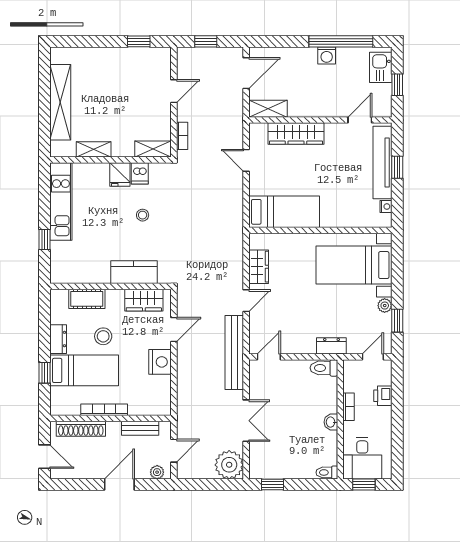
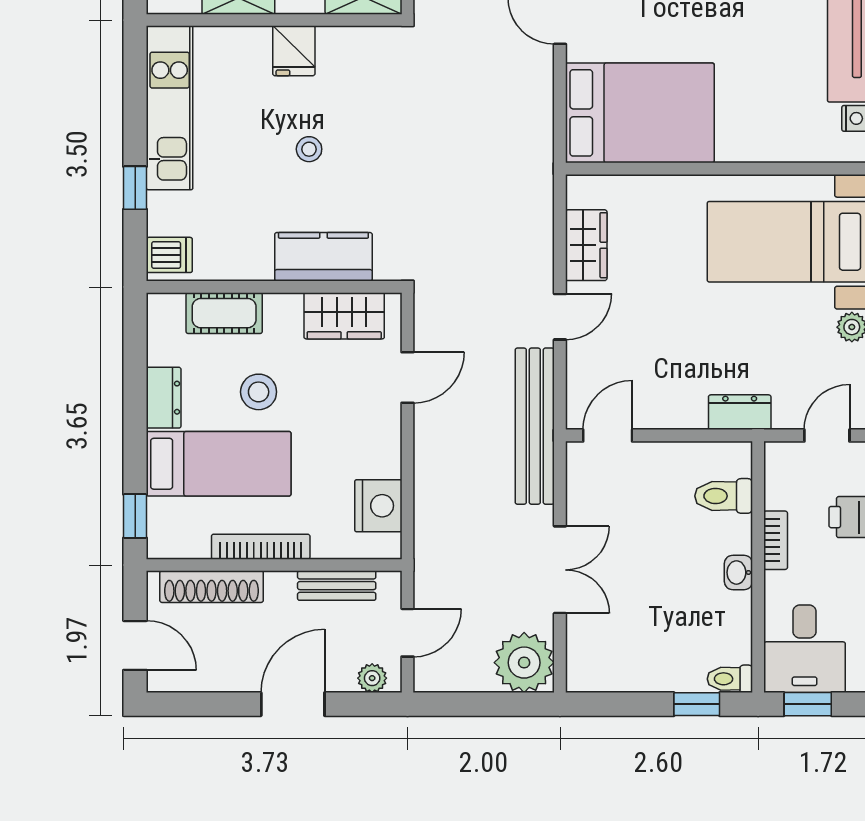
dishwasher: (140, 173) -> (169, 255), moved, turned -90
bed: (284, 212) -> (640, 113), width x1.50
stool: (143, 215) -> (309, 149), moved
nightstand: (160, 362) -> (378, 506), moved
toilet: (324, 368) -> (724, 496), moved
window: (45, 373) -> (135, 516), moved
window: (272, 484) -> (697, 704), moved

